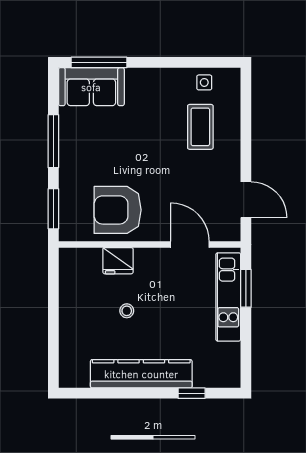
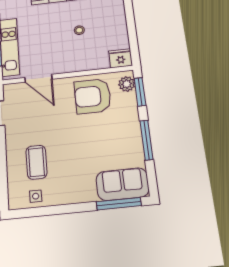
armchair: (118, 210) -> (93, 96), turned 180
plant: (70, 222) -> (127, 84), added
fridge: (118, 261) -> (121, 58), moved

